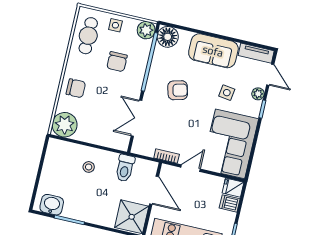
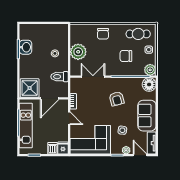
door: (270, 75) -> (140, 155), swing flipped
plant: (65, 125) -> (78, 52), moved
washbasin: (52, 205) -> (26, 47), moved

